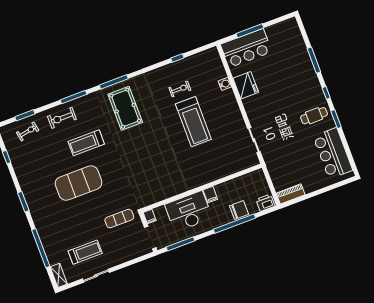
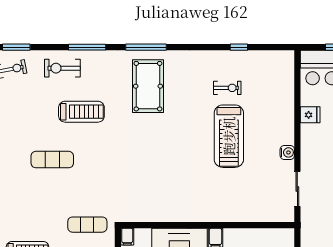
water cooler: (225, 84) -> (287, 152), moved
fridge: (246, 85) -> (310, 115), width x0.53, depth x0.75
treadmill: (86, 143) -> (81, 112), turned 180
exercise mat: (79, 183) -> (52, 160), width x0.50, depth x0.69

